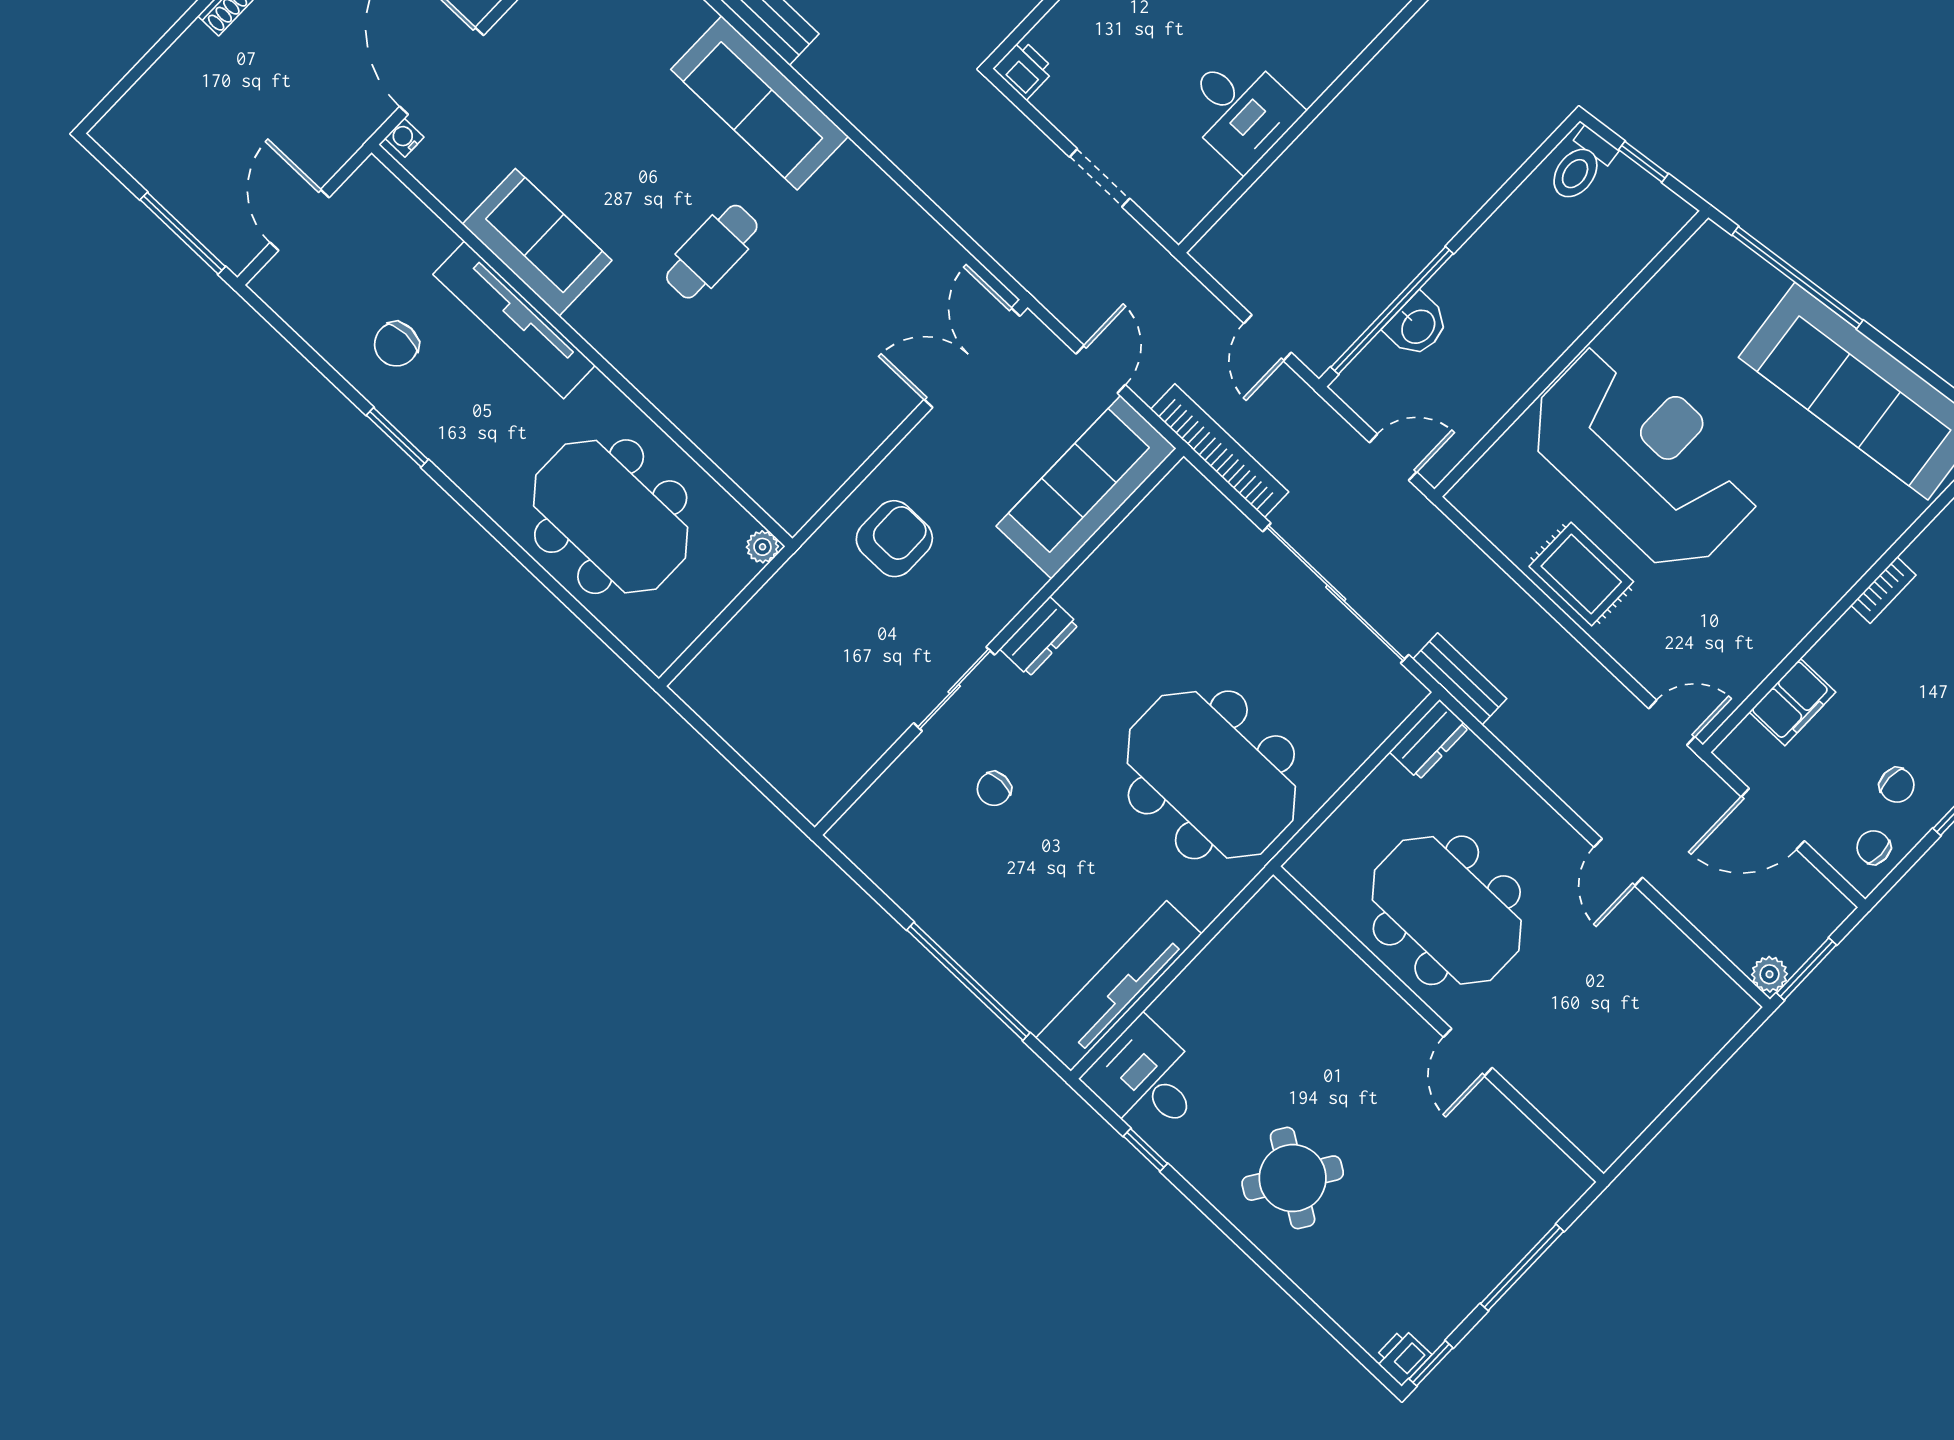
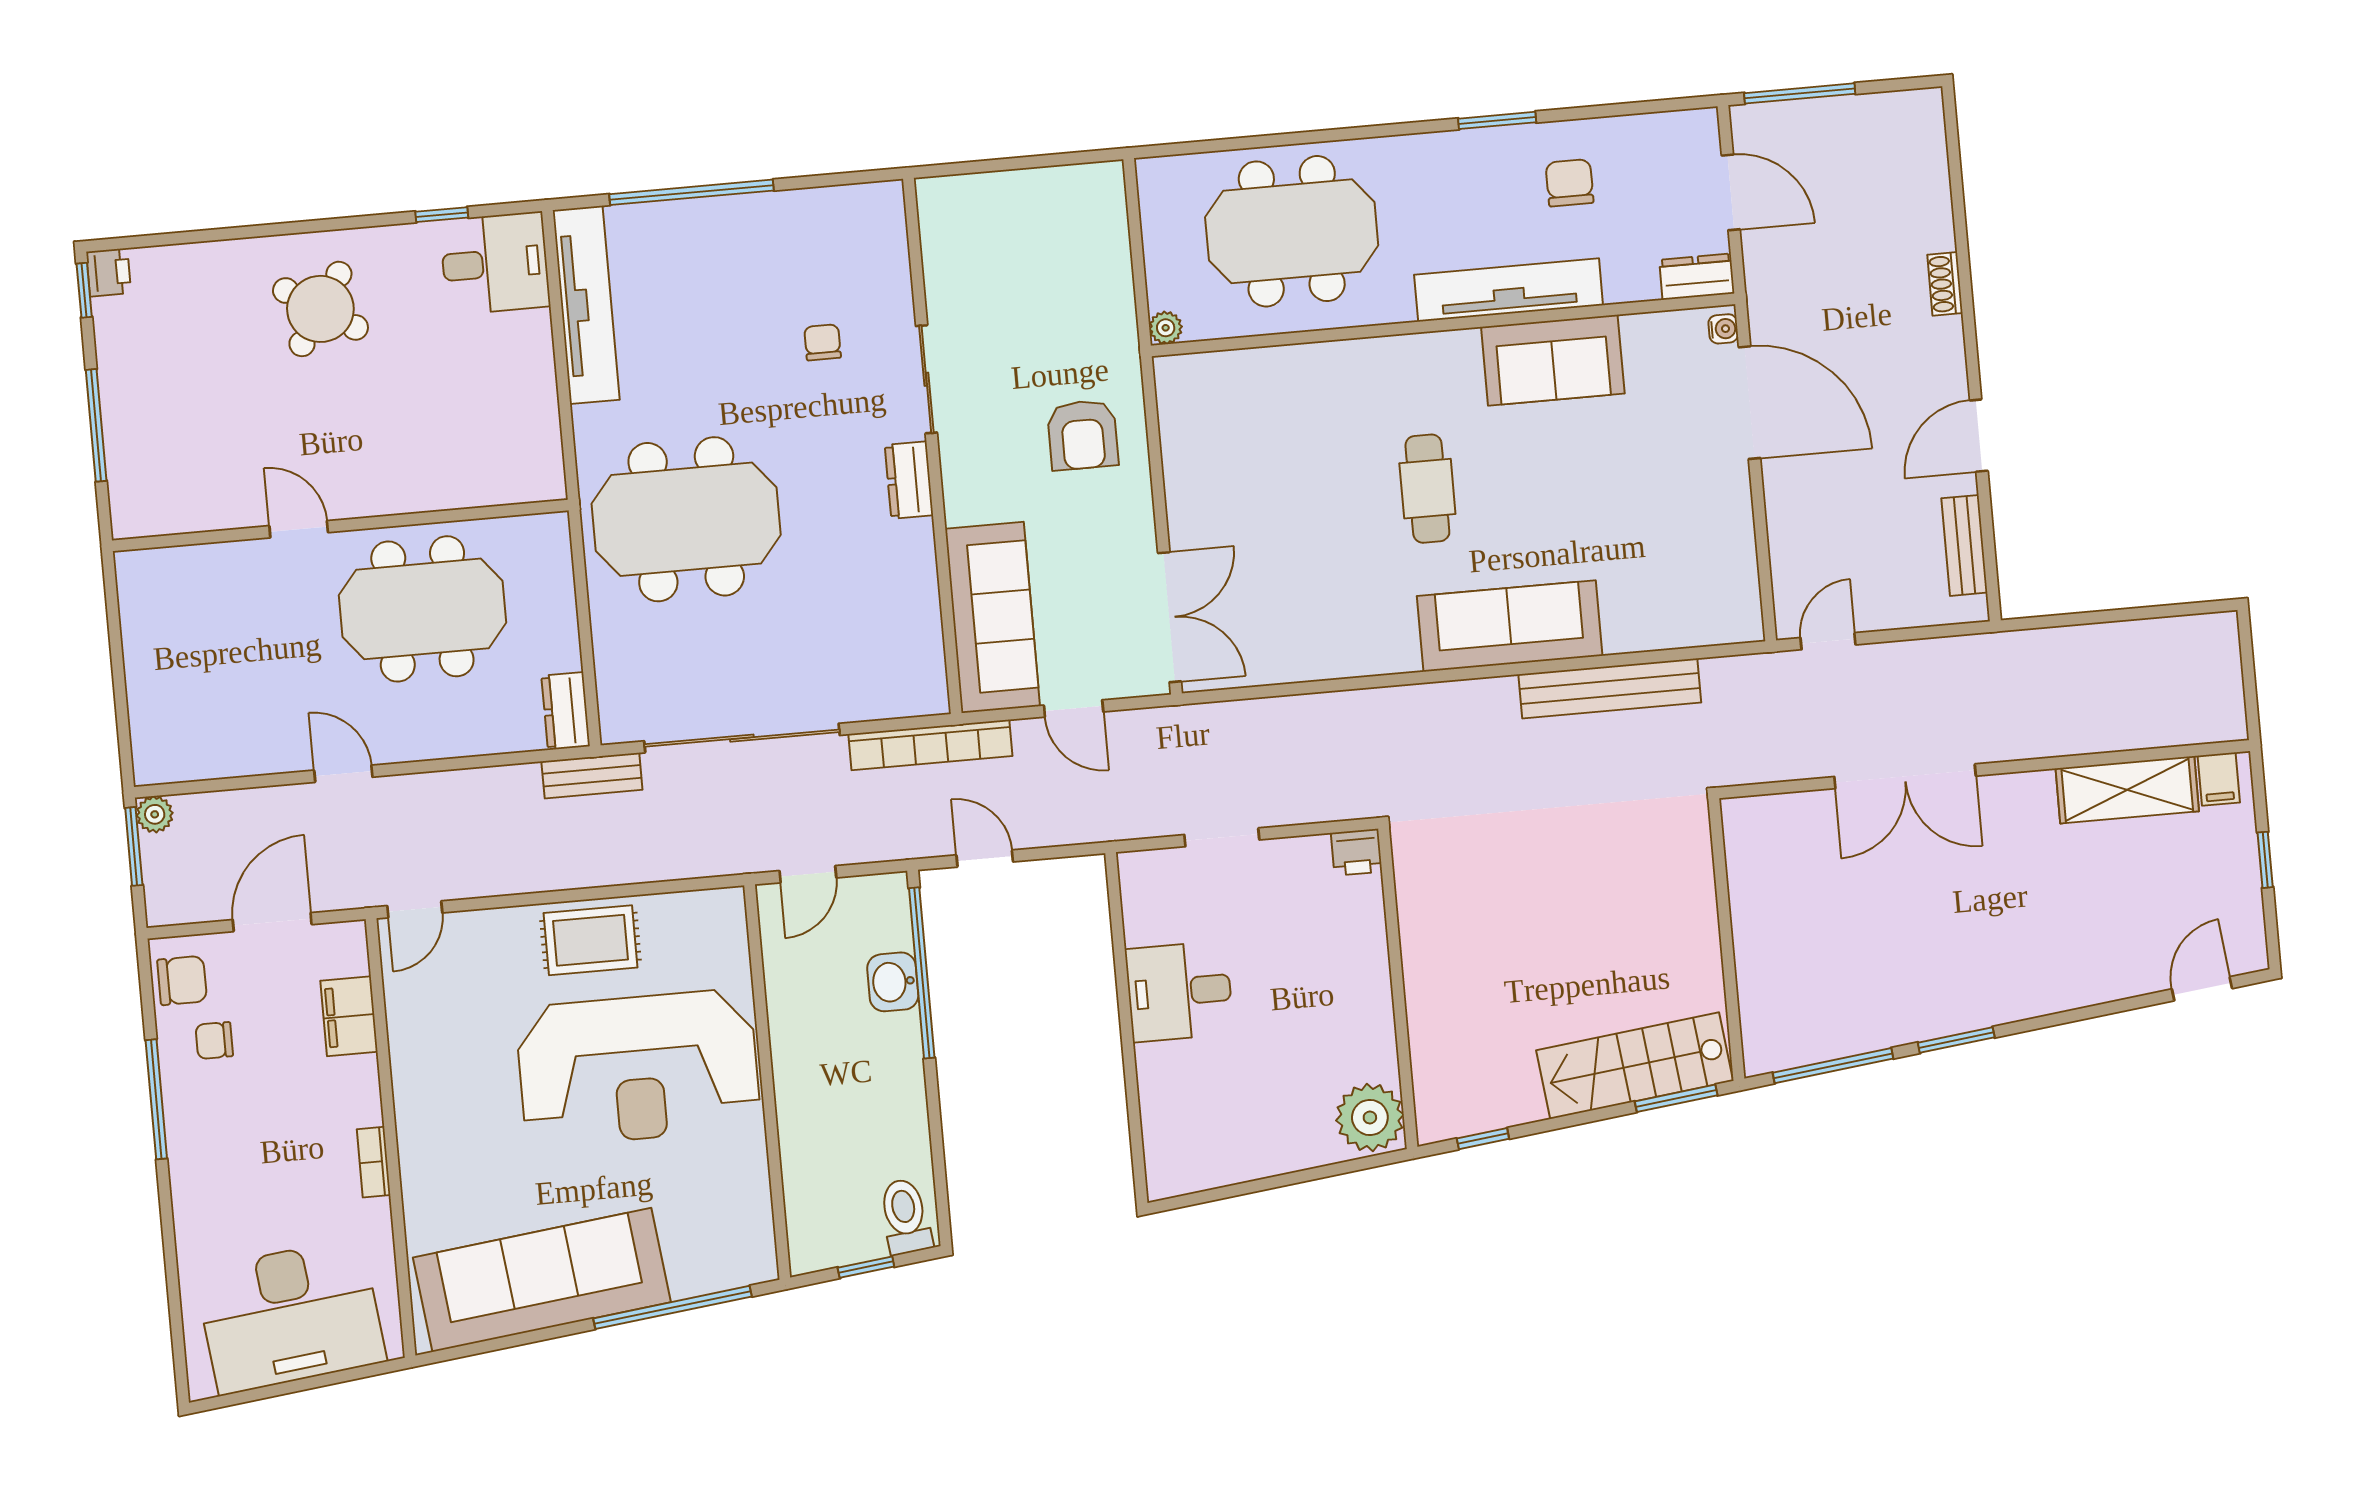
dresser: (383, 191) -> (1697, 277), added
chair: (1874, 847) -> (182, 980), width x1.37, depth x1.37

